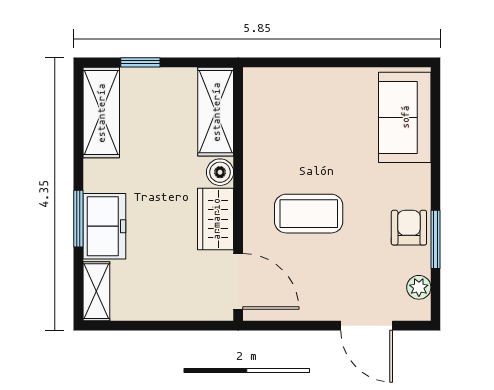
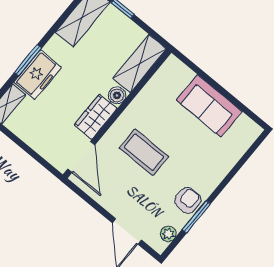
sofa: (405, 117) -> (209, 106), moved, turned -90

